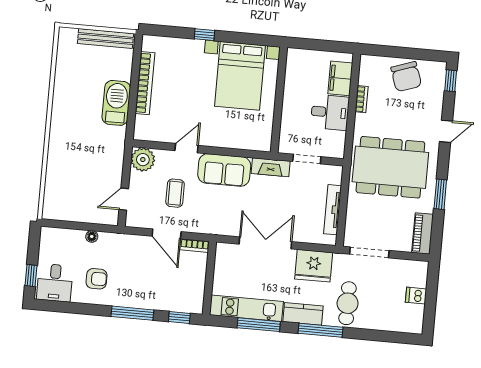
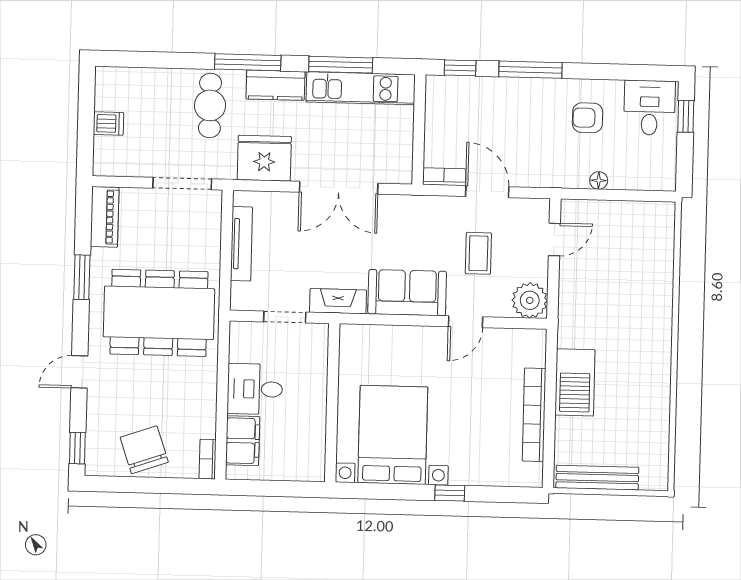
bookcase: (362, 99) -> (208, 459), moved

